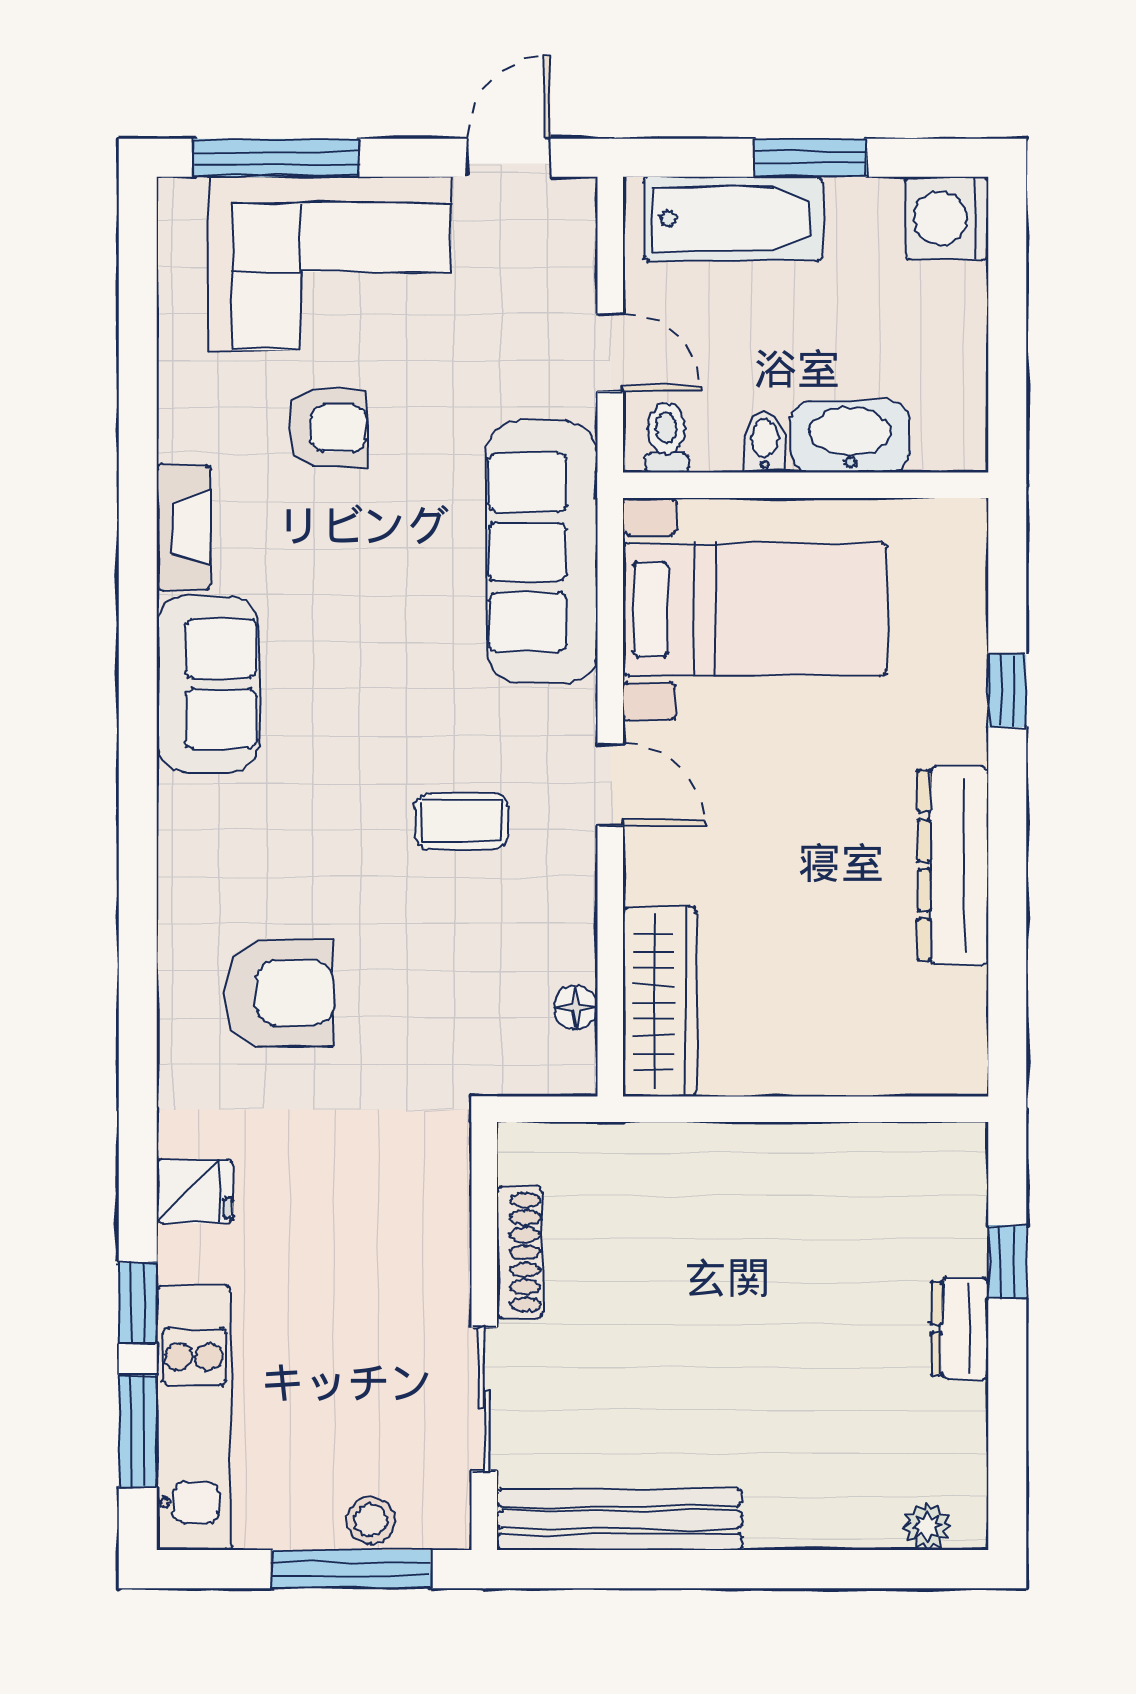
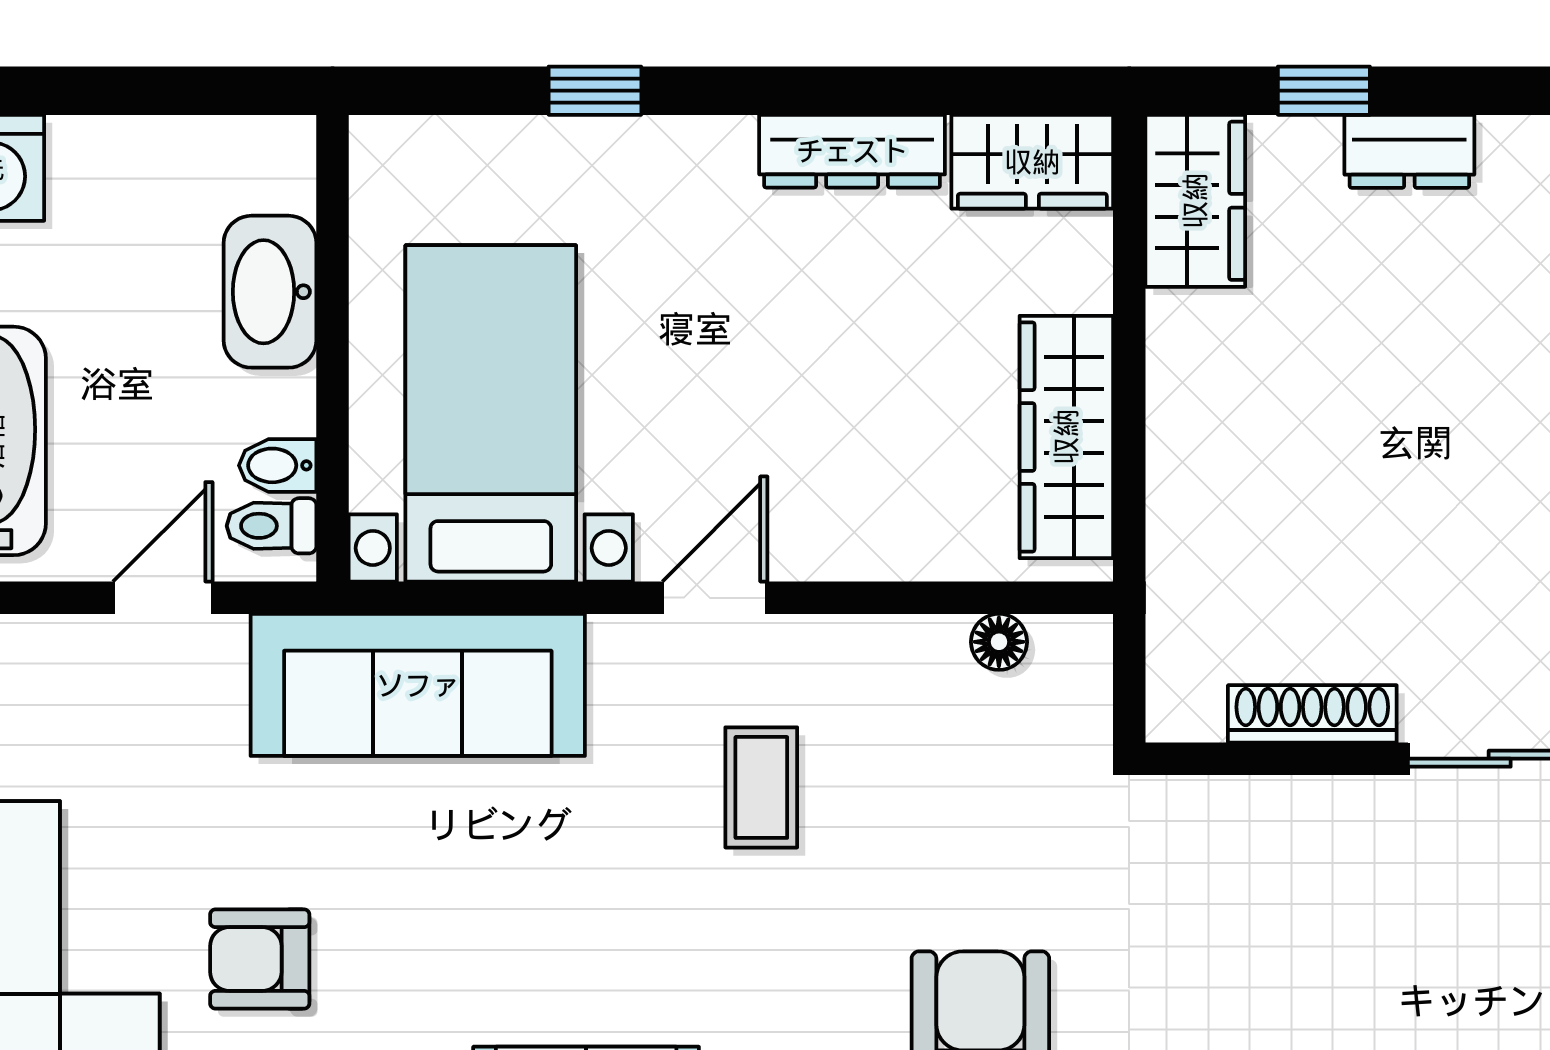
armchair: (327, 428) -> (260, 959), turned -90
bidet: (765, 442) -> (278, 465), moved
dresser: (953, 866) -> (852, 151), width x0.73, depth x0.80
wardrobe: (660, 1002) -> (1066, 437), moved, turned -90
wardrobe: (952, 1033) -> (1032, 162), added
wardrobe: (921, 1161) -> (1195, 201), added

